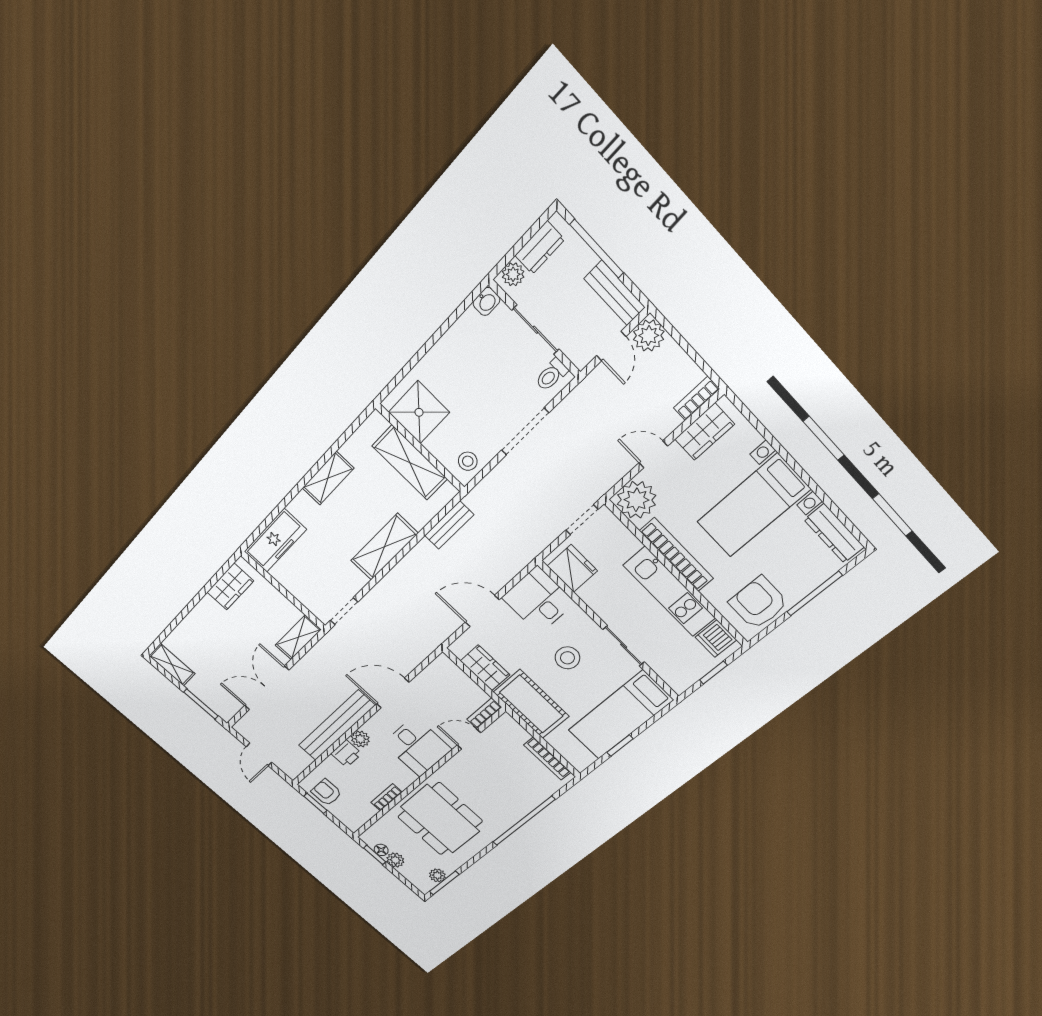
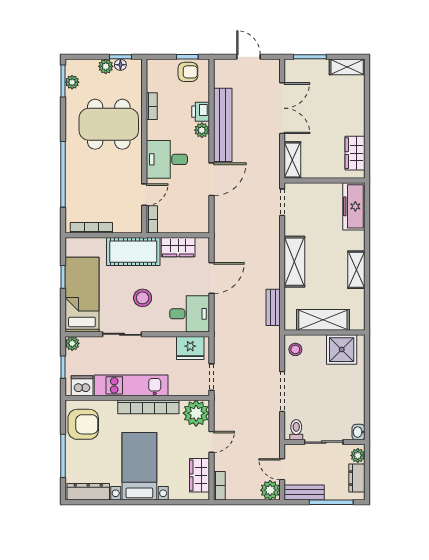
plant: (680, 684) -> (72, 343), added

